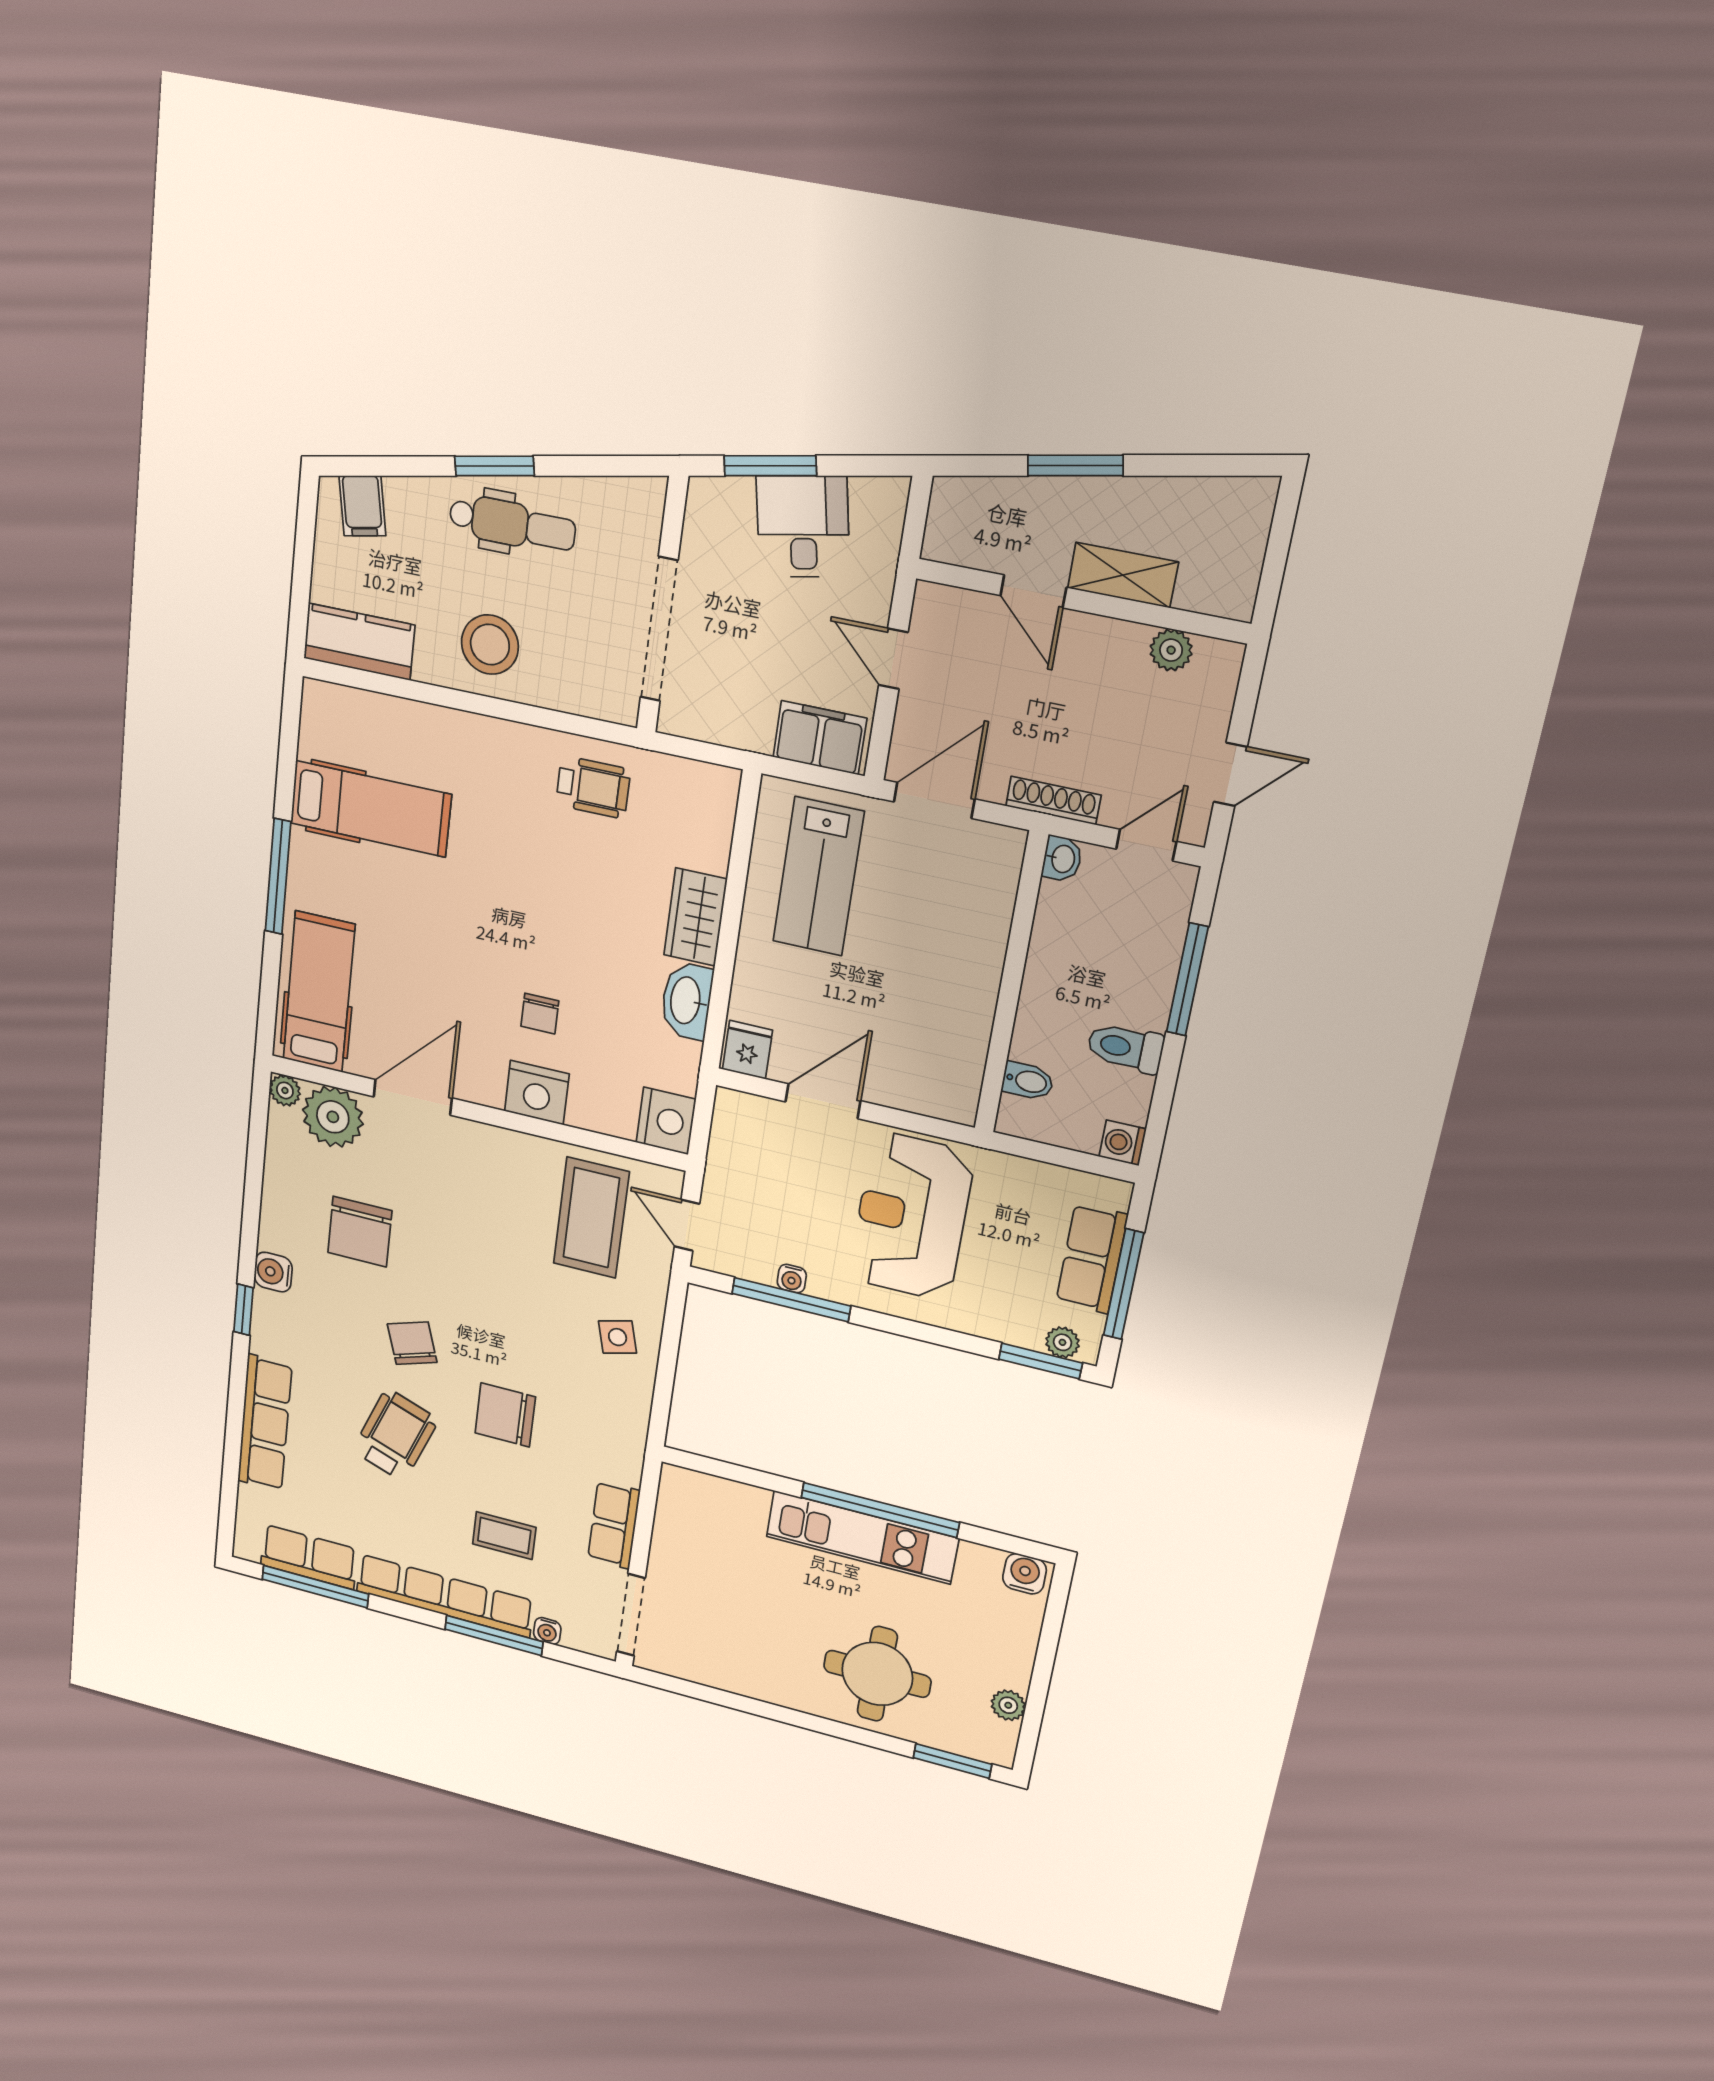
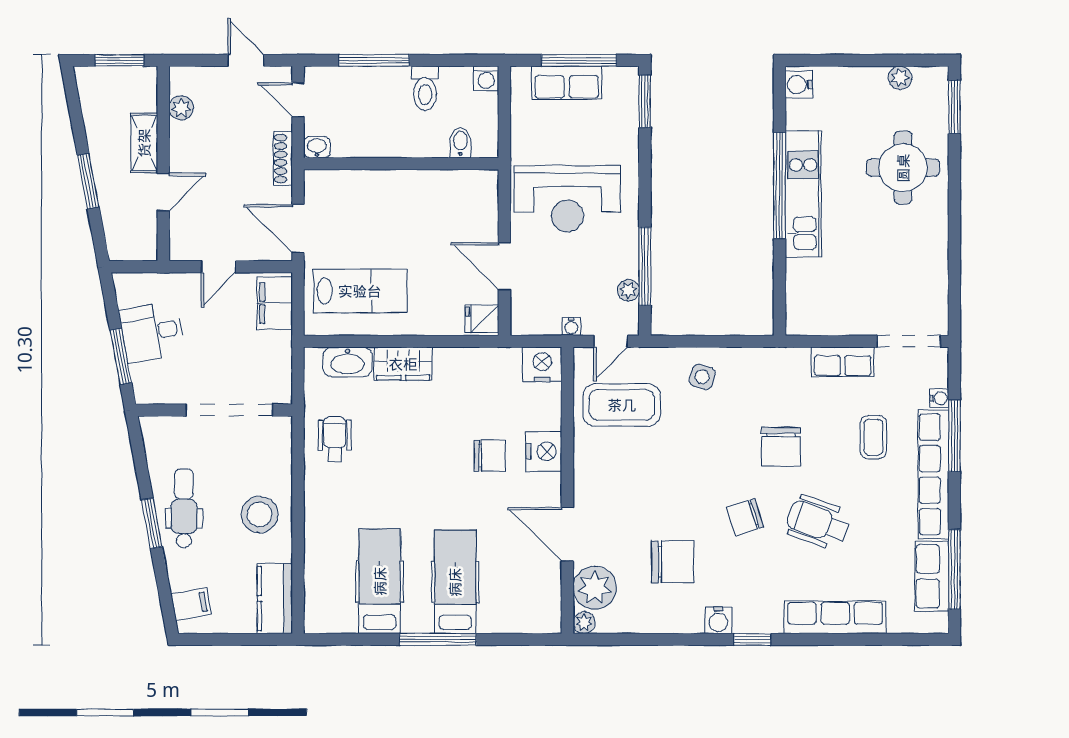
window: (1275, 560) -> (119, 60), added
hospital bed: (319, 992) -> (455, 582), moved, turned 90
washbasin: (687, 1001) -> (348, 362), moved
chair: (540, 1014) -> (490, 456), width x1.37, depth x1.37
water cooler: (792, 1279) -> (571, 326), moved, turned 90
side table: (618, 1337) -> (702, 377), turned 32
plant: (1062, 1342) -> (628, 290), moved

